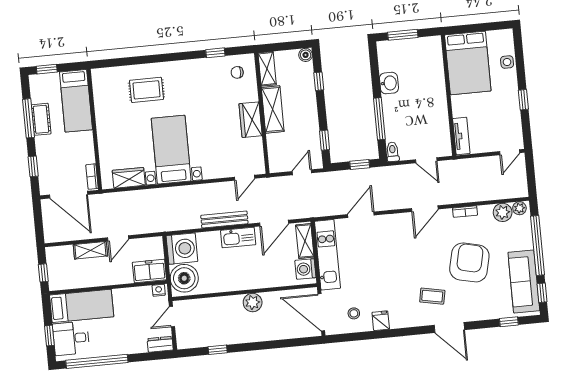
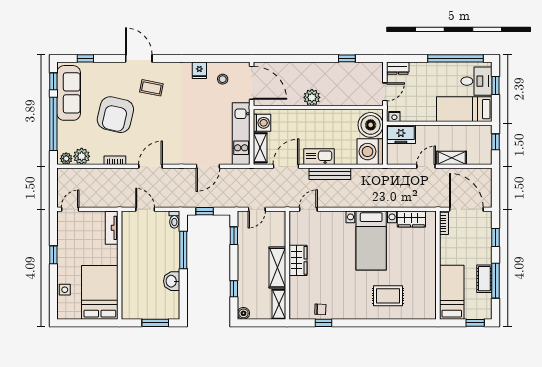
chair: (237, 72) -> (320, 309), moved

